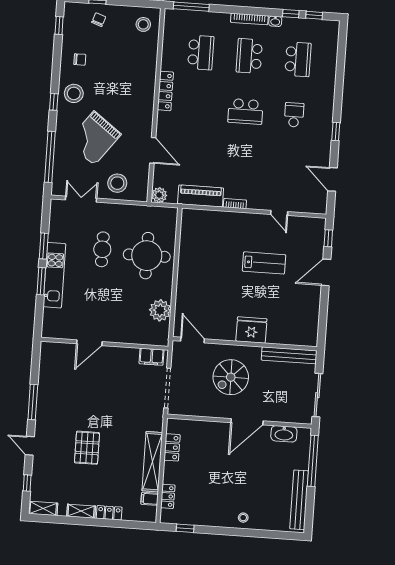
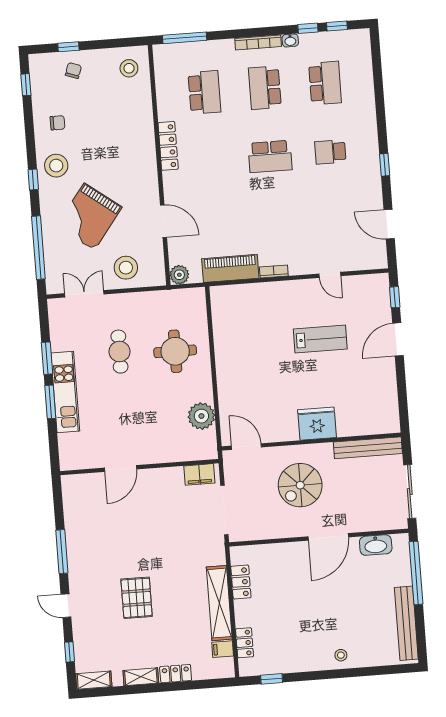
school desk: (294, 115) -> (330, 152), turned -90
round table: (147, 256) -> (175, 351), width x0.73, depth x0.73

